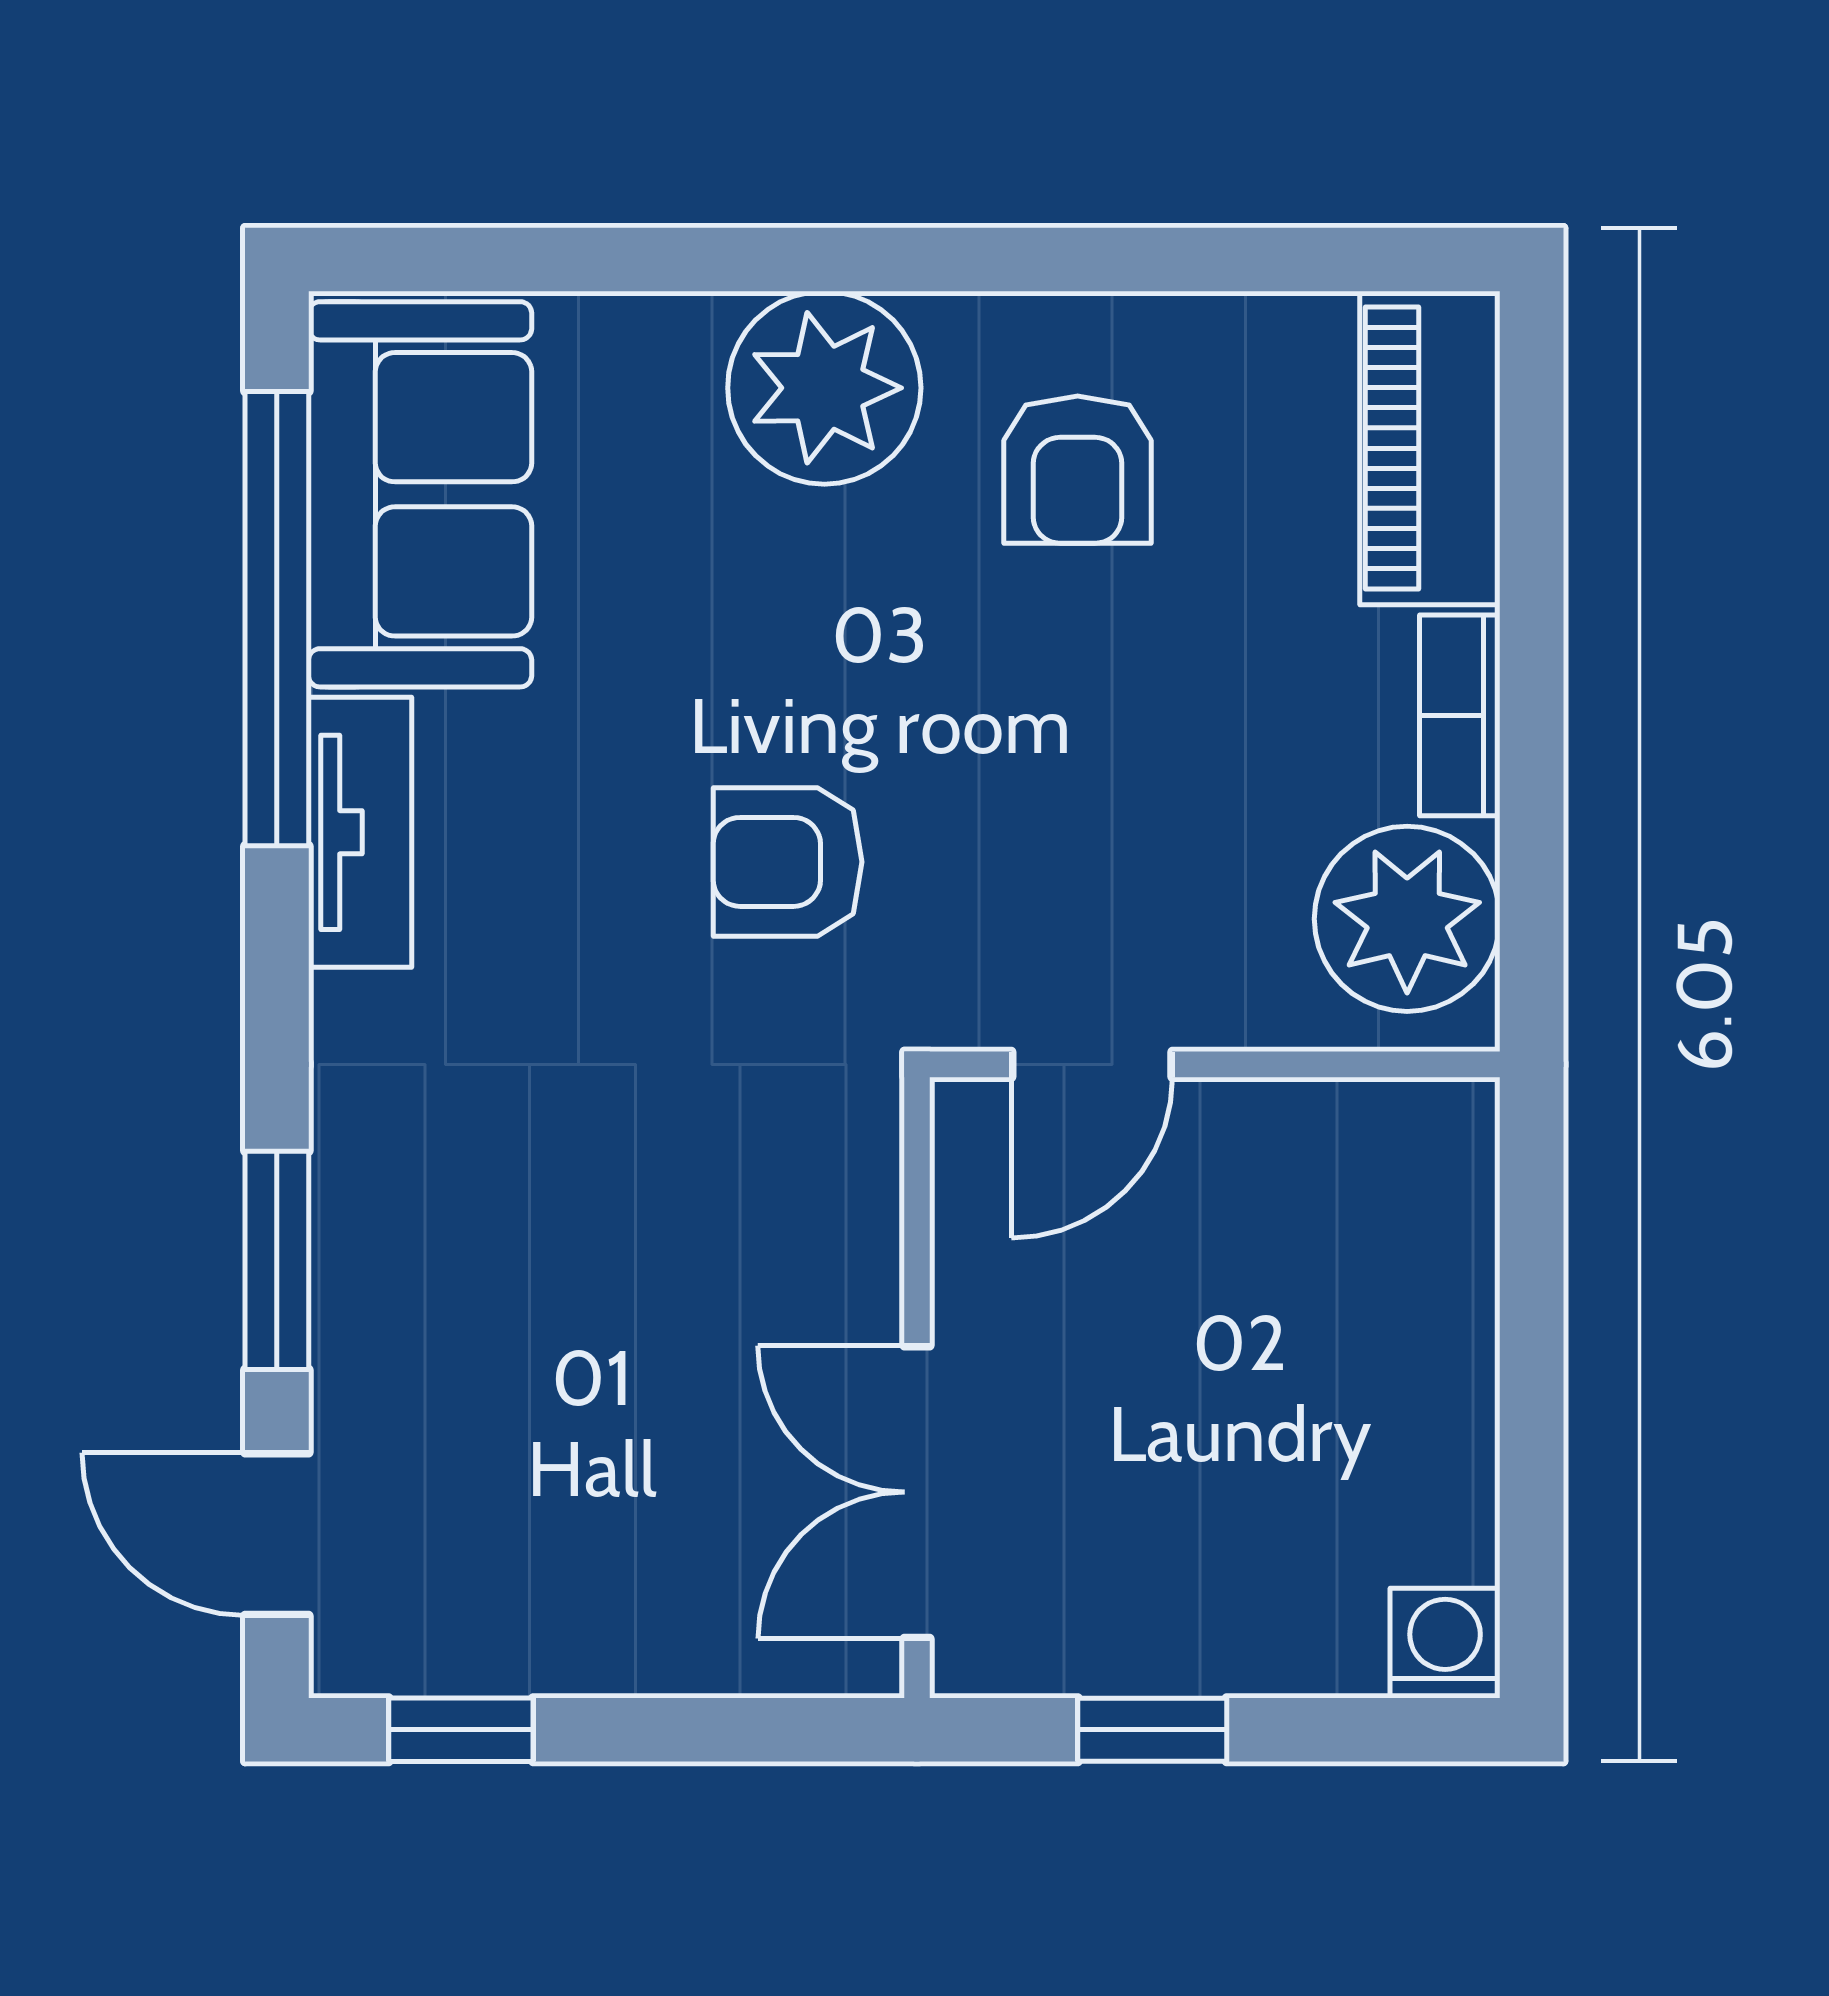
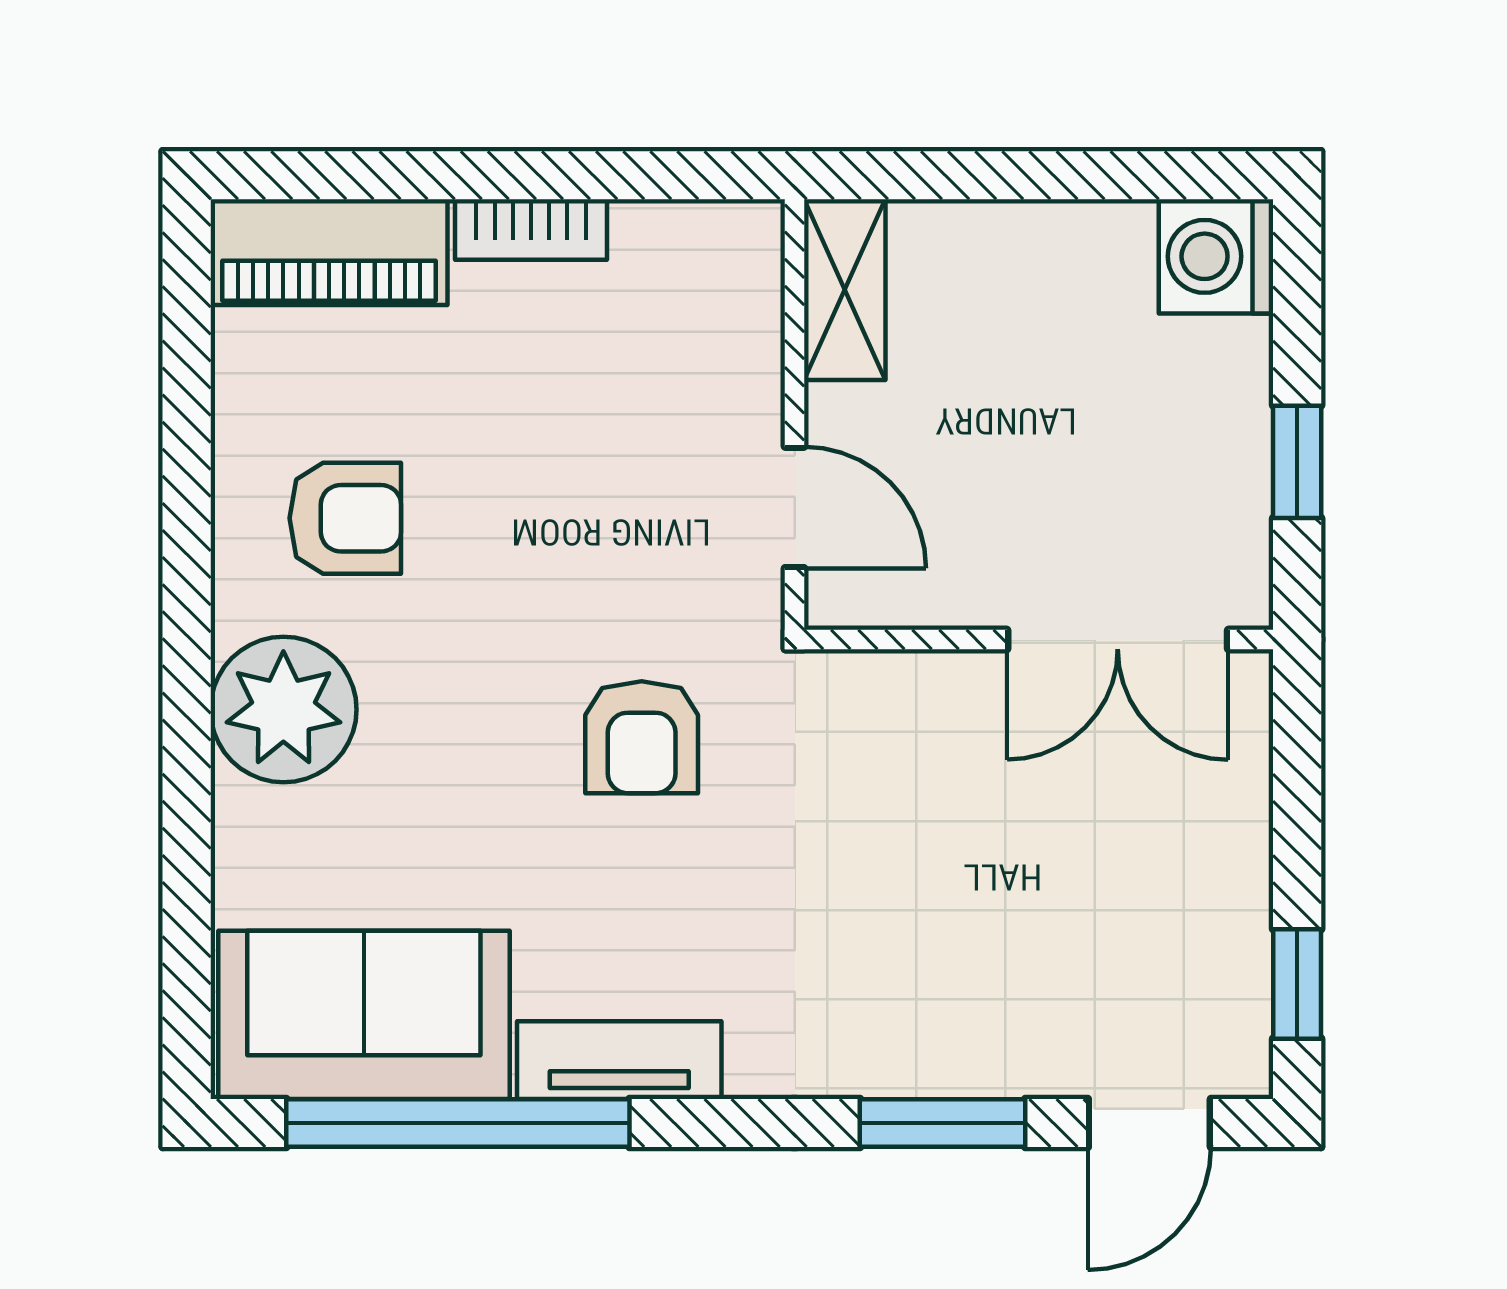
plant: (1407, 919) -> (685, 269), removed
shelving: (1380, 1131) -> (845, 290), added
washing machine: (1445, 1643) -> (1216, 256), width x1.38, depth x1.38

